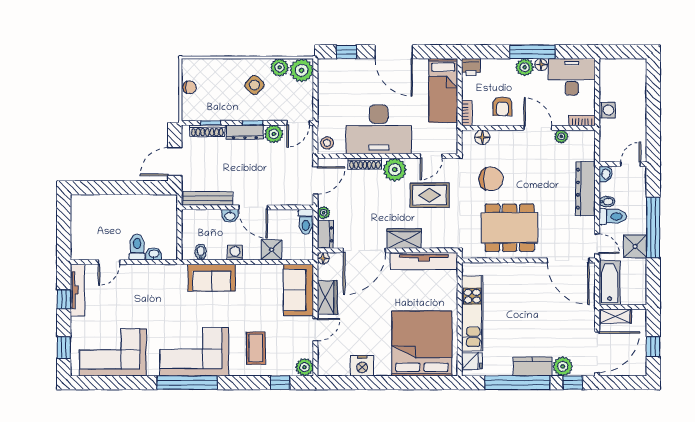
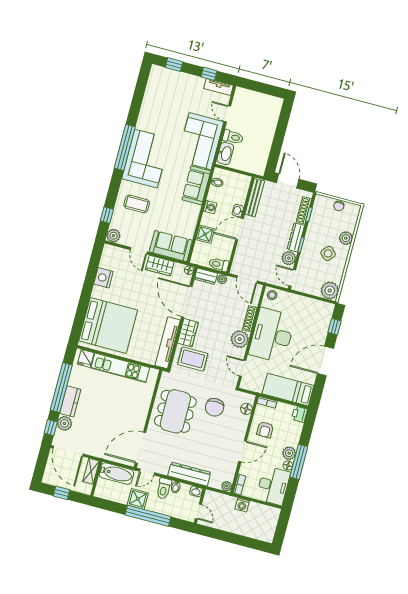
plant: (280, 67) -> (346, 238), moved
armchair: (503, 106) -> (265, 430), turned -90
plant: (561, 136) -> (227, 486), moved
rug: (430, 195) -> (193, 359), moved, turned 90
washbasin: (154, 254) -> (225, 153), width x1.91, depth x1.45
tv unit: (77, 290) -> (219, 87), width x0.71
corner sofa: (113, 352) -> (200, 141), moved, turned 180

